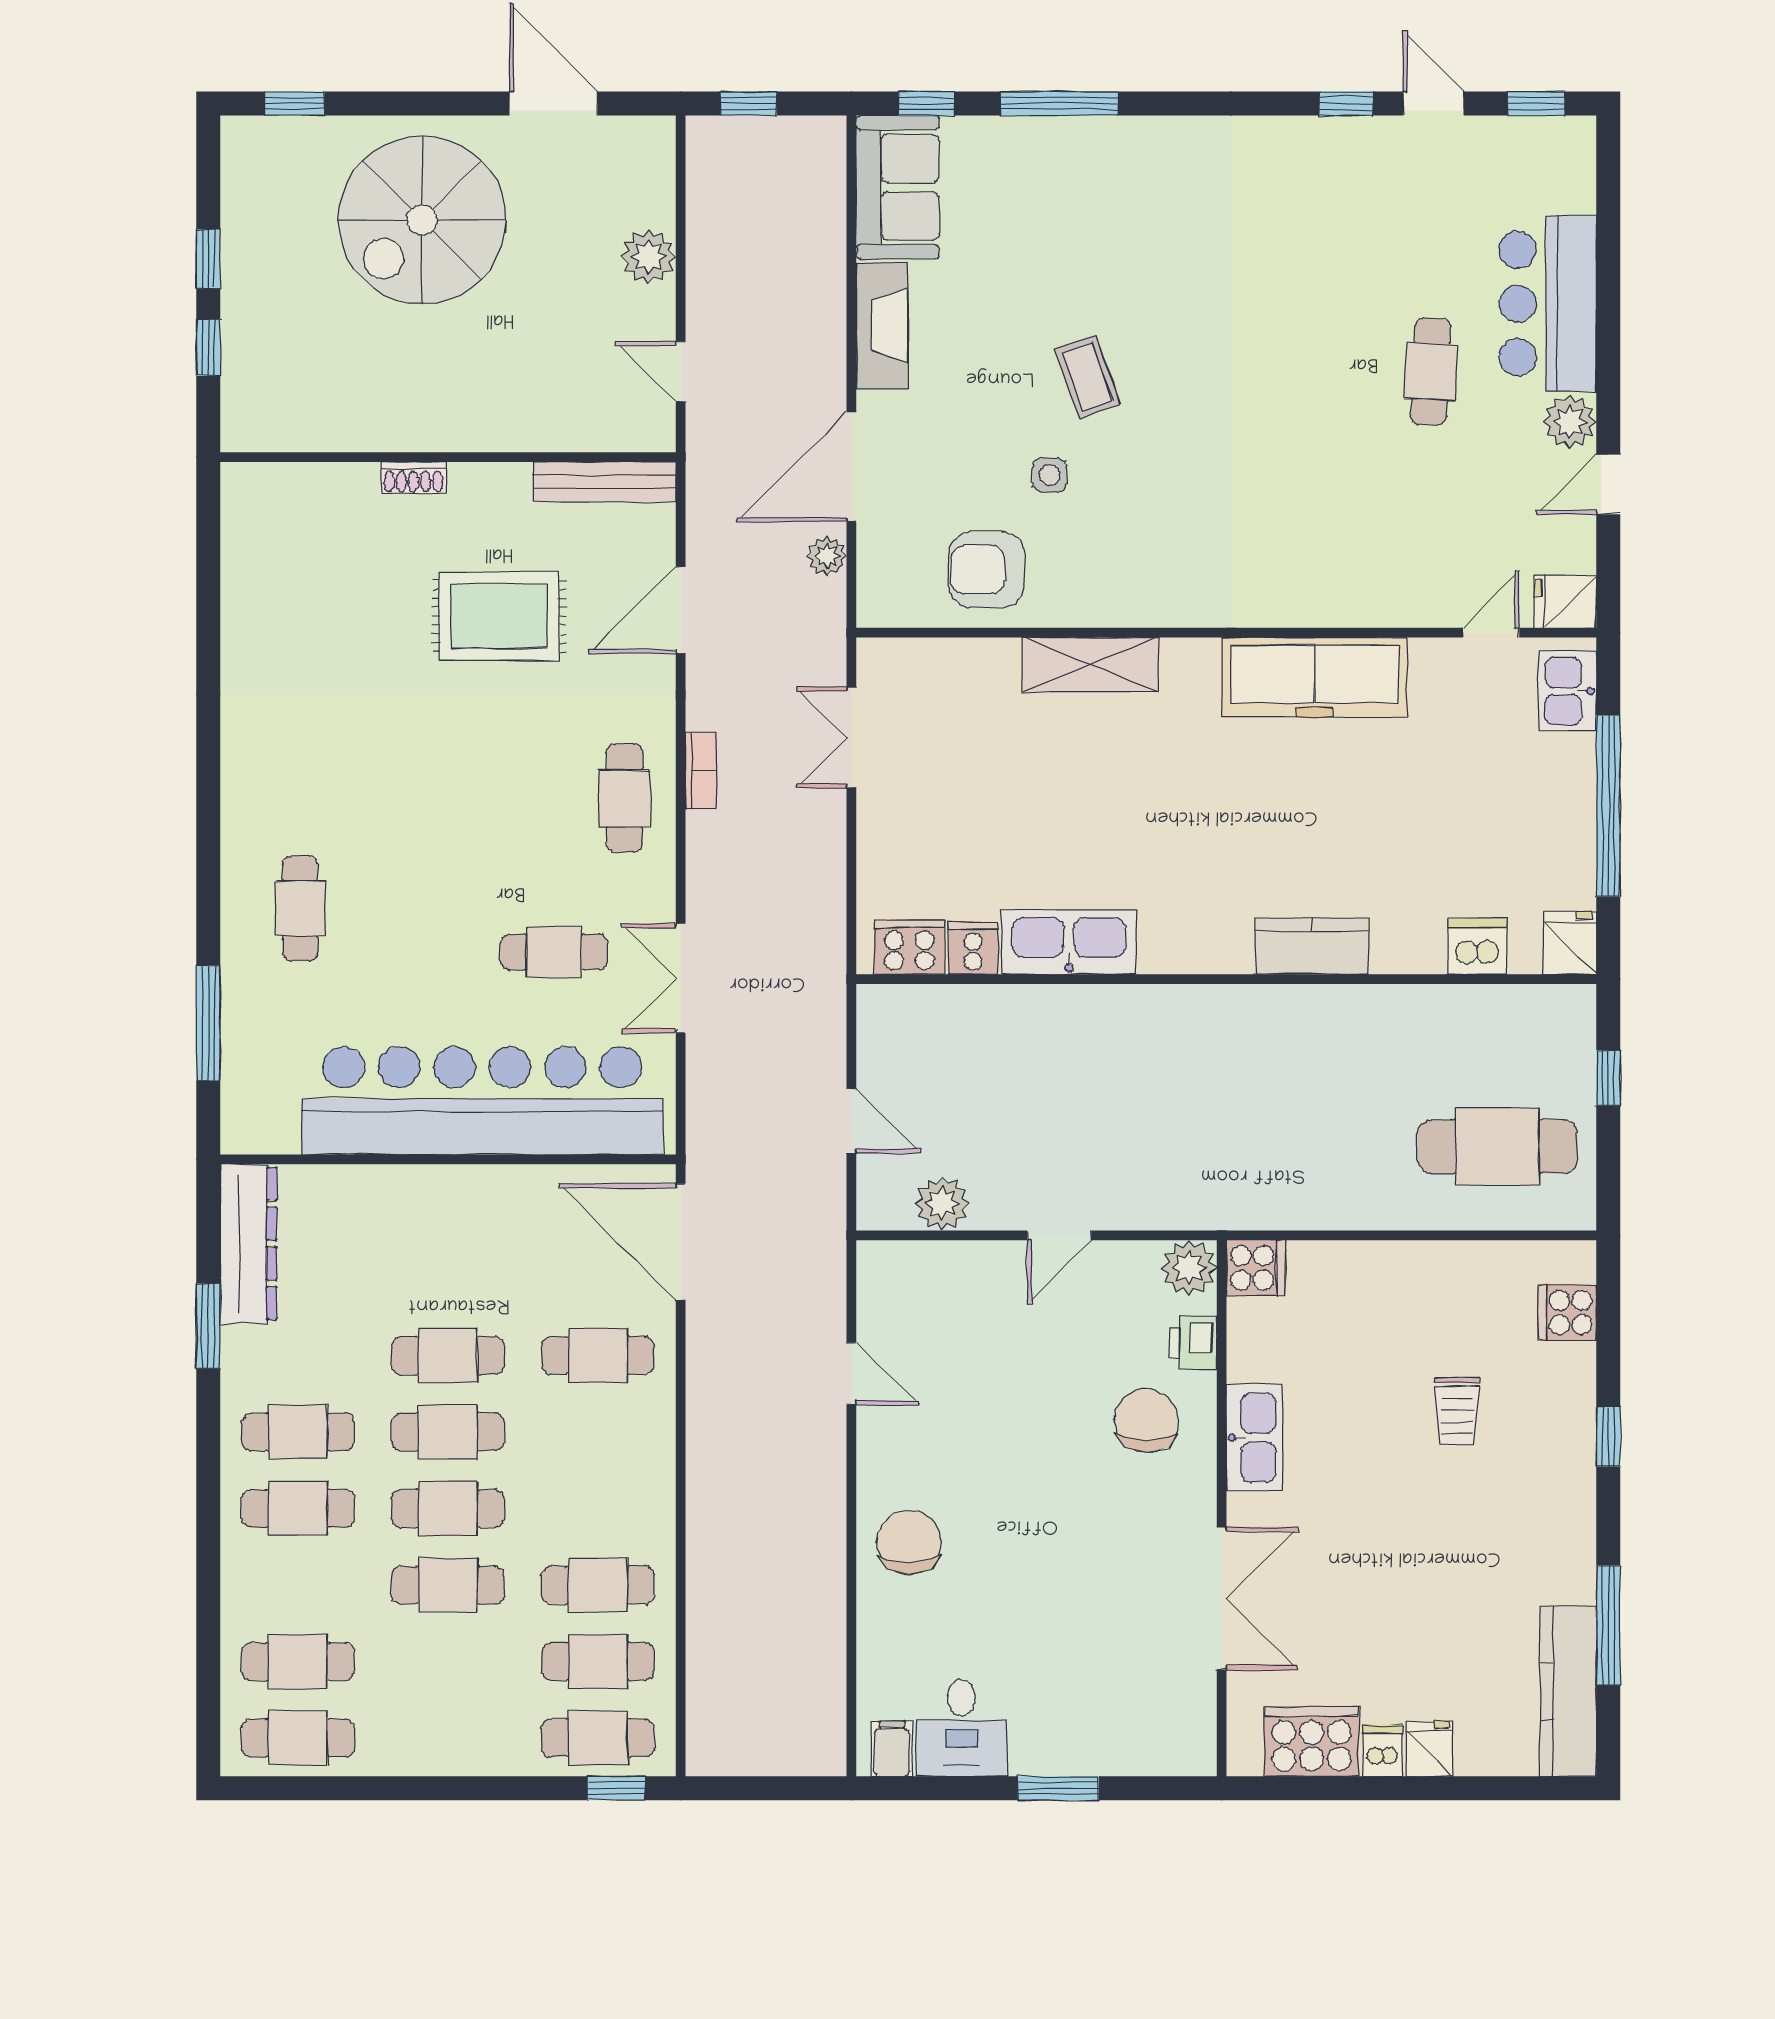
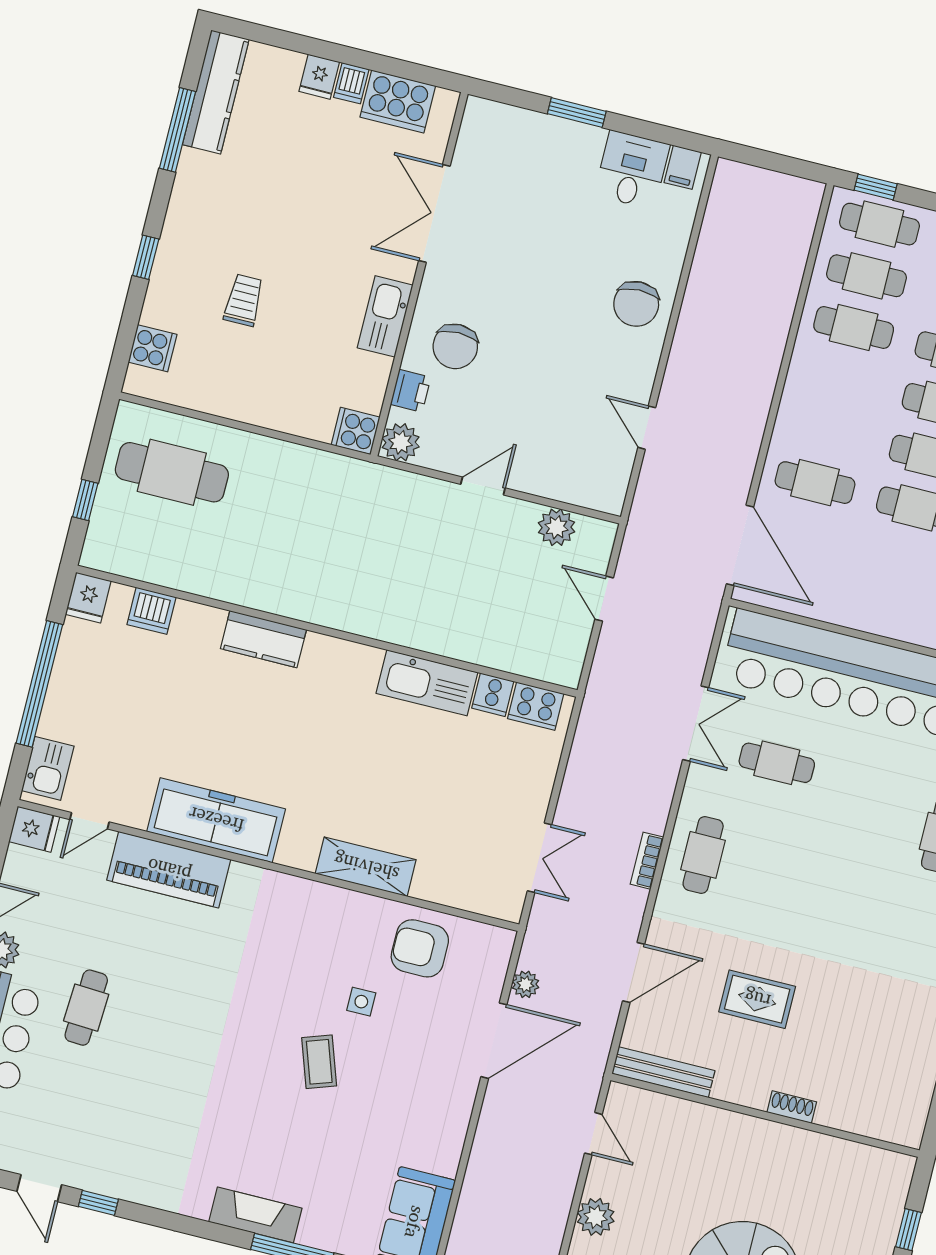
fireplace: (882, 326) -> (255, 1215), moved, turned 90
armchair: (987, 570) -> (420, 948), turned 180
piano: (1364, 592) -> (169, 870), added
rug: (499, 616) -> (757, 999), width x0.73, depth x0.70

